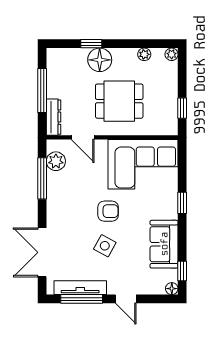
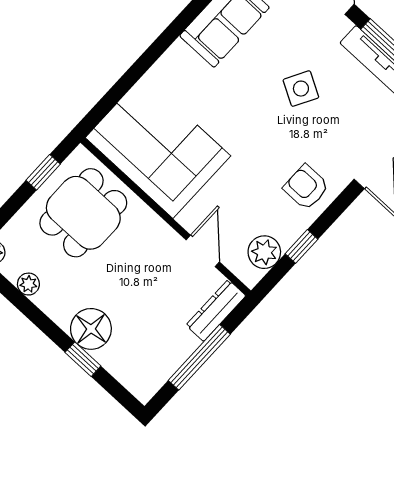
dining table: (119, 101) -> (83, 213), moved, turned 90
window: (42, 178) -> (302, 246), width x0.46
window: (182, 203) -> (153, 53), removed
armchair: (108, 211) -> (306, 187), moved

